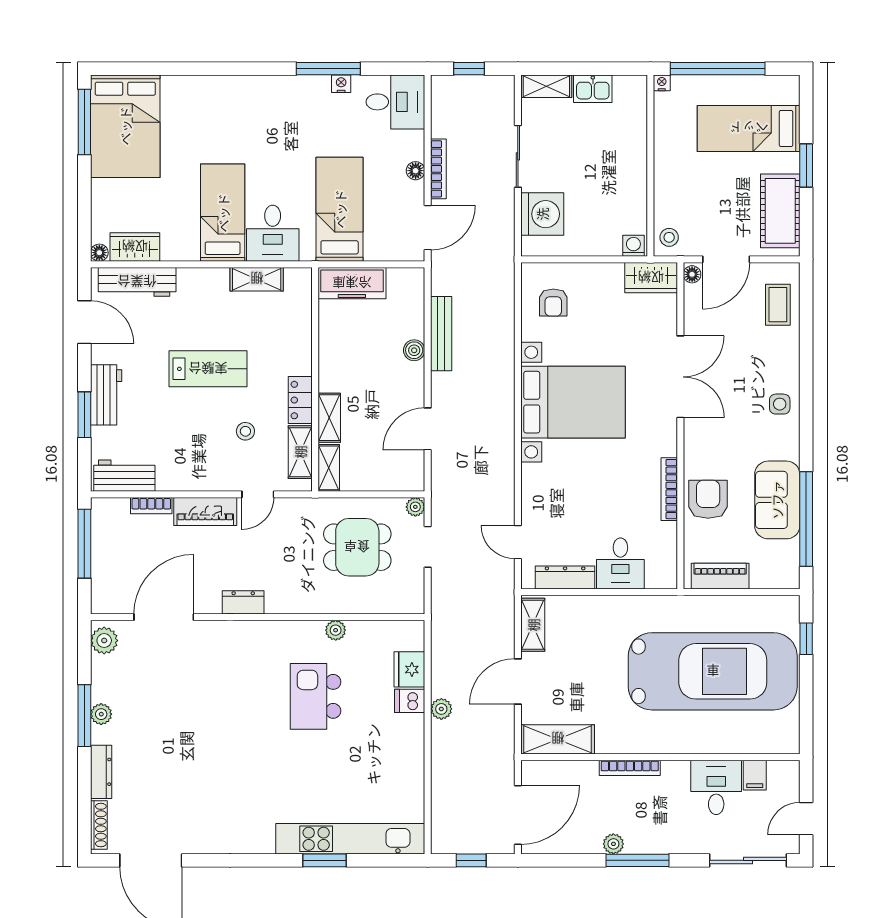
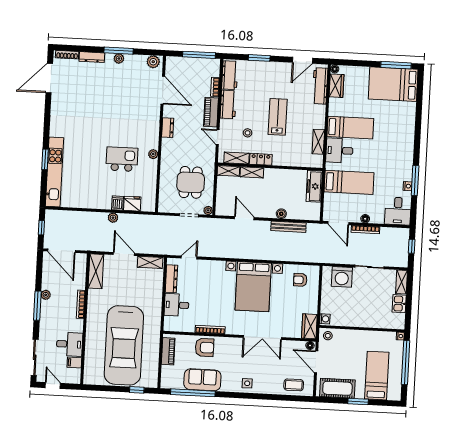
lab bench: (208, 369) -> (278, 117), turned 180
workbench: (106, 395) -> (228, 104), moved, turned -90
plant: (336, 630) -> (153, 154), moved

